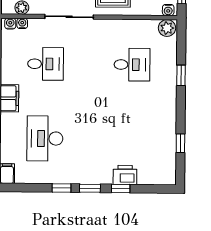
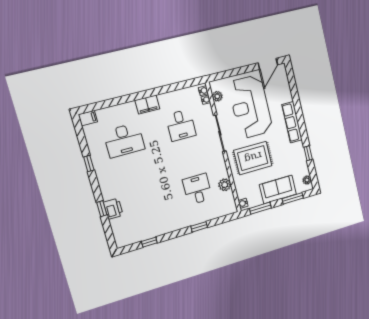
plant: (167, 28) -> (225, 185), moved
desk: (132, 65) -> (197, 189), turned 180
desk: (45, 138) -> (124, 140), turned 180
window: (90, 188) -> (95, 185), removed

